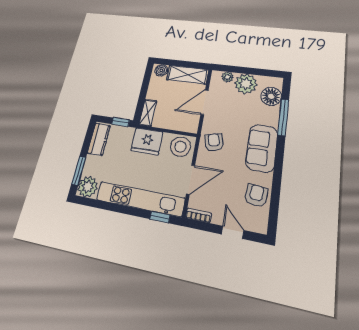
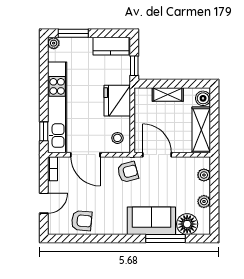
plant: (246, 84) -> (204, 202), width x0.53, depth x0.53
door: (205, 102) -> (157, 155), moved
shelving: (148, 113) -> (168, 94), moved
stool: (180, 147) -> (117, 138), width x0.53, depth x0.53
sofa: (262, 148) -> (151, 221), moved
plant: (88, 187) -> (54, 43), width x0.53, depth x0.53

